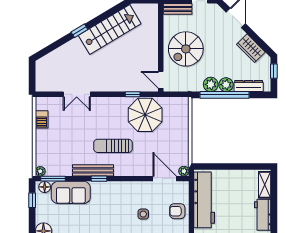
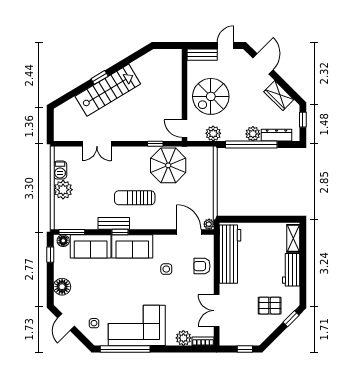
stairs: (110, 30) -> (108, 90), moved
plant: (211, 84) -> (213, 133), moved
bench: (93, 170) -> (114, 223), width x0.73
plant: (40, 171) -> (63, 190), moved, width x1.88, depth x1.88
sofa: (111, 192) -> (132, 246), added

